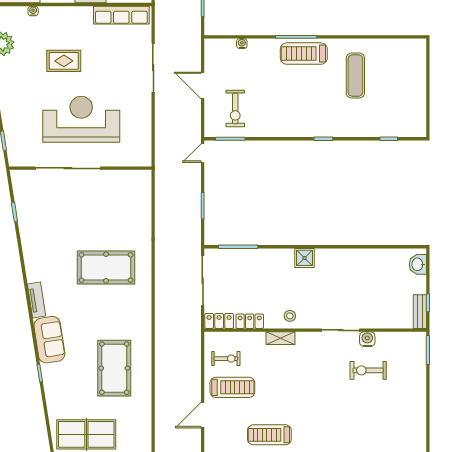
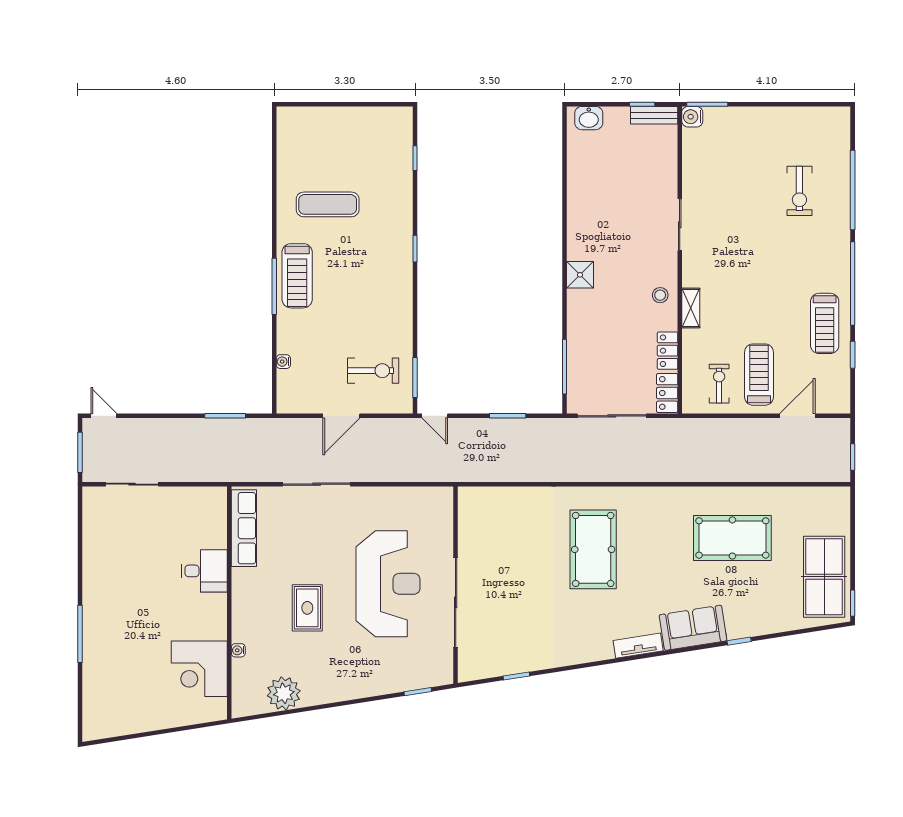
reception desk: (81, 119) -> (388, 584), turned 180
water cooler: (367, 339) -> (692, 117), moved
exercise bike: (368, 370) -> (799, 191), moved
door: (203, 415) -> (797, 416), swing flipped

